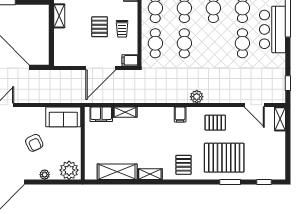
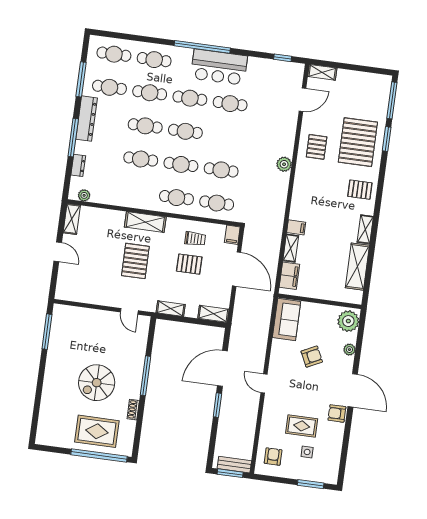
shelving: (60, 53) -> (213, 314), added
filing cabinet: (180, 114) -> (296, 227), moved
window: (264, 182) -> (392, 100), width x2.17

